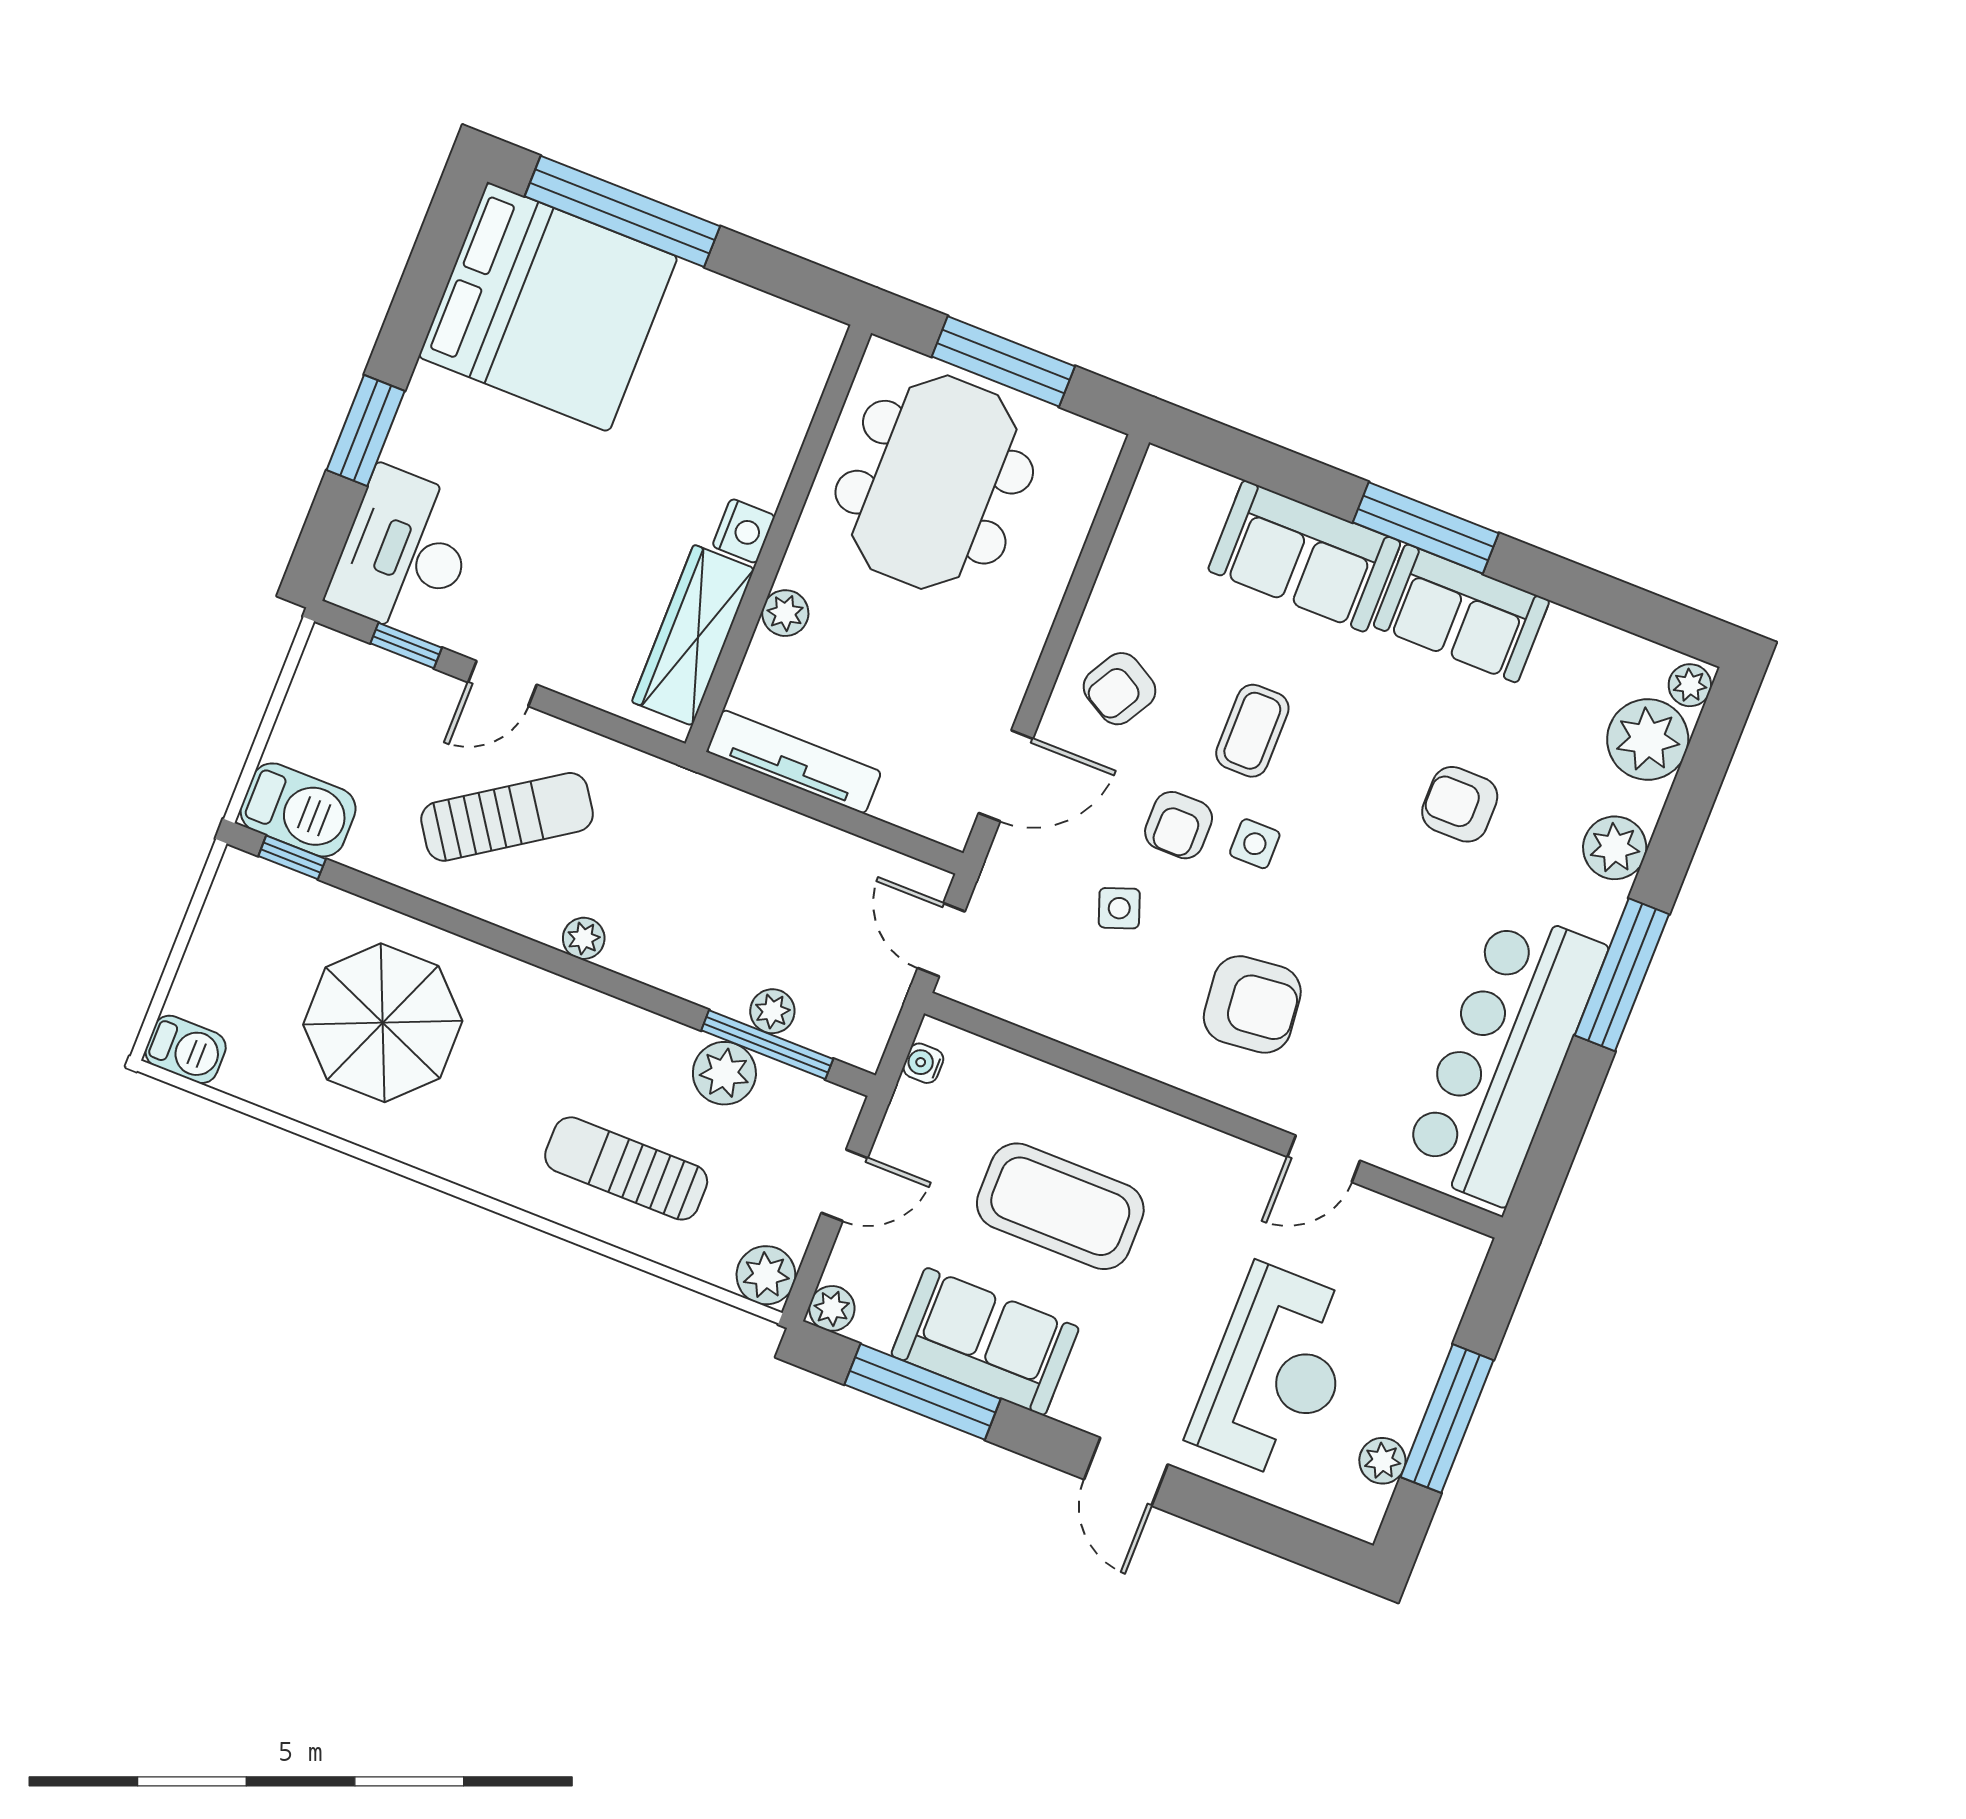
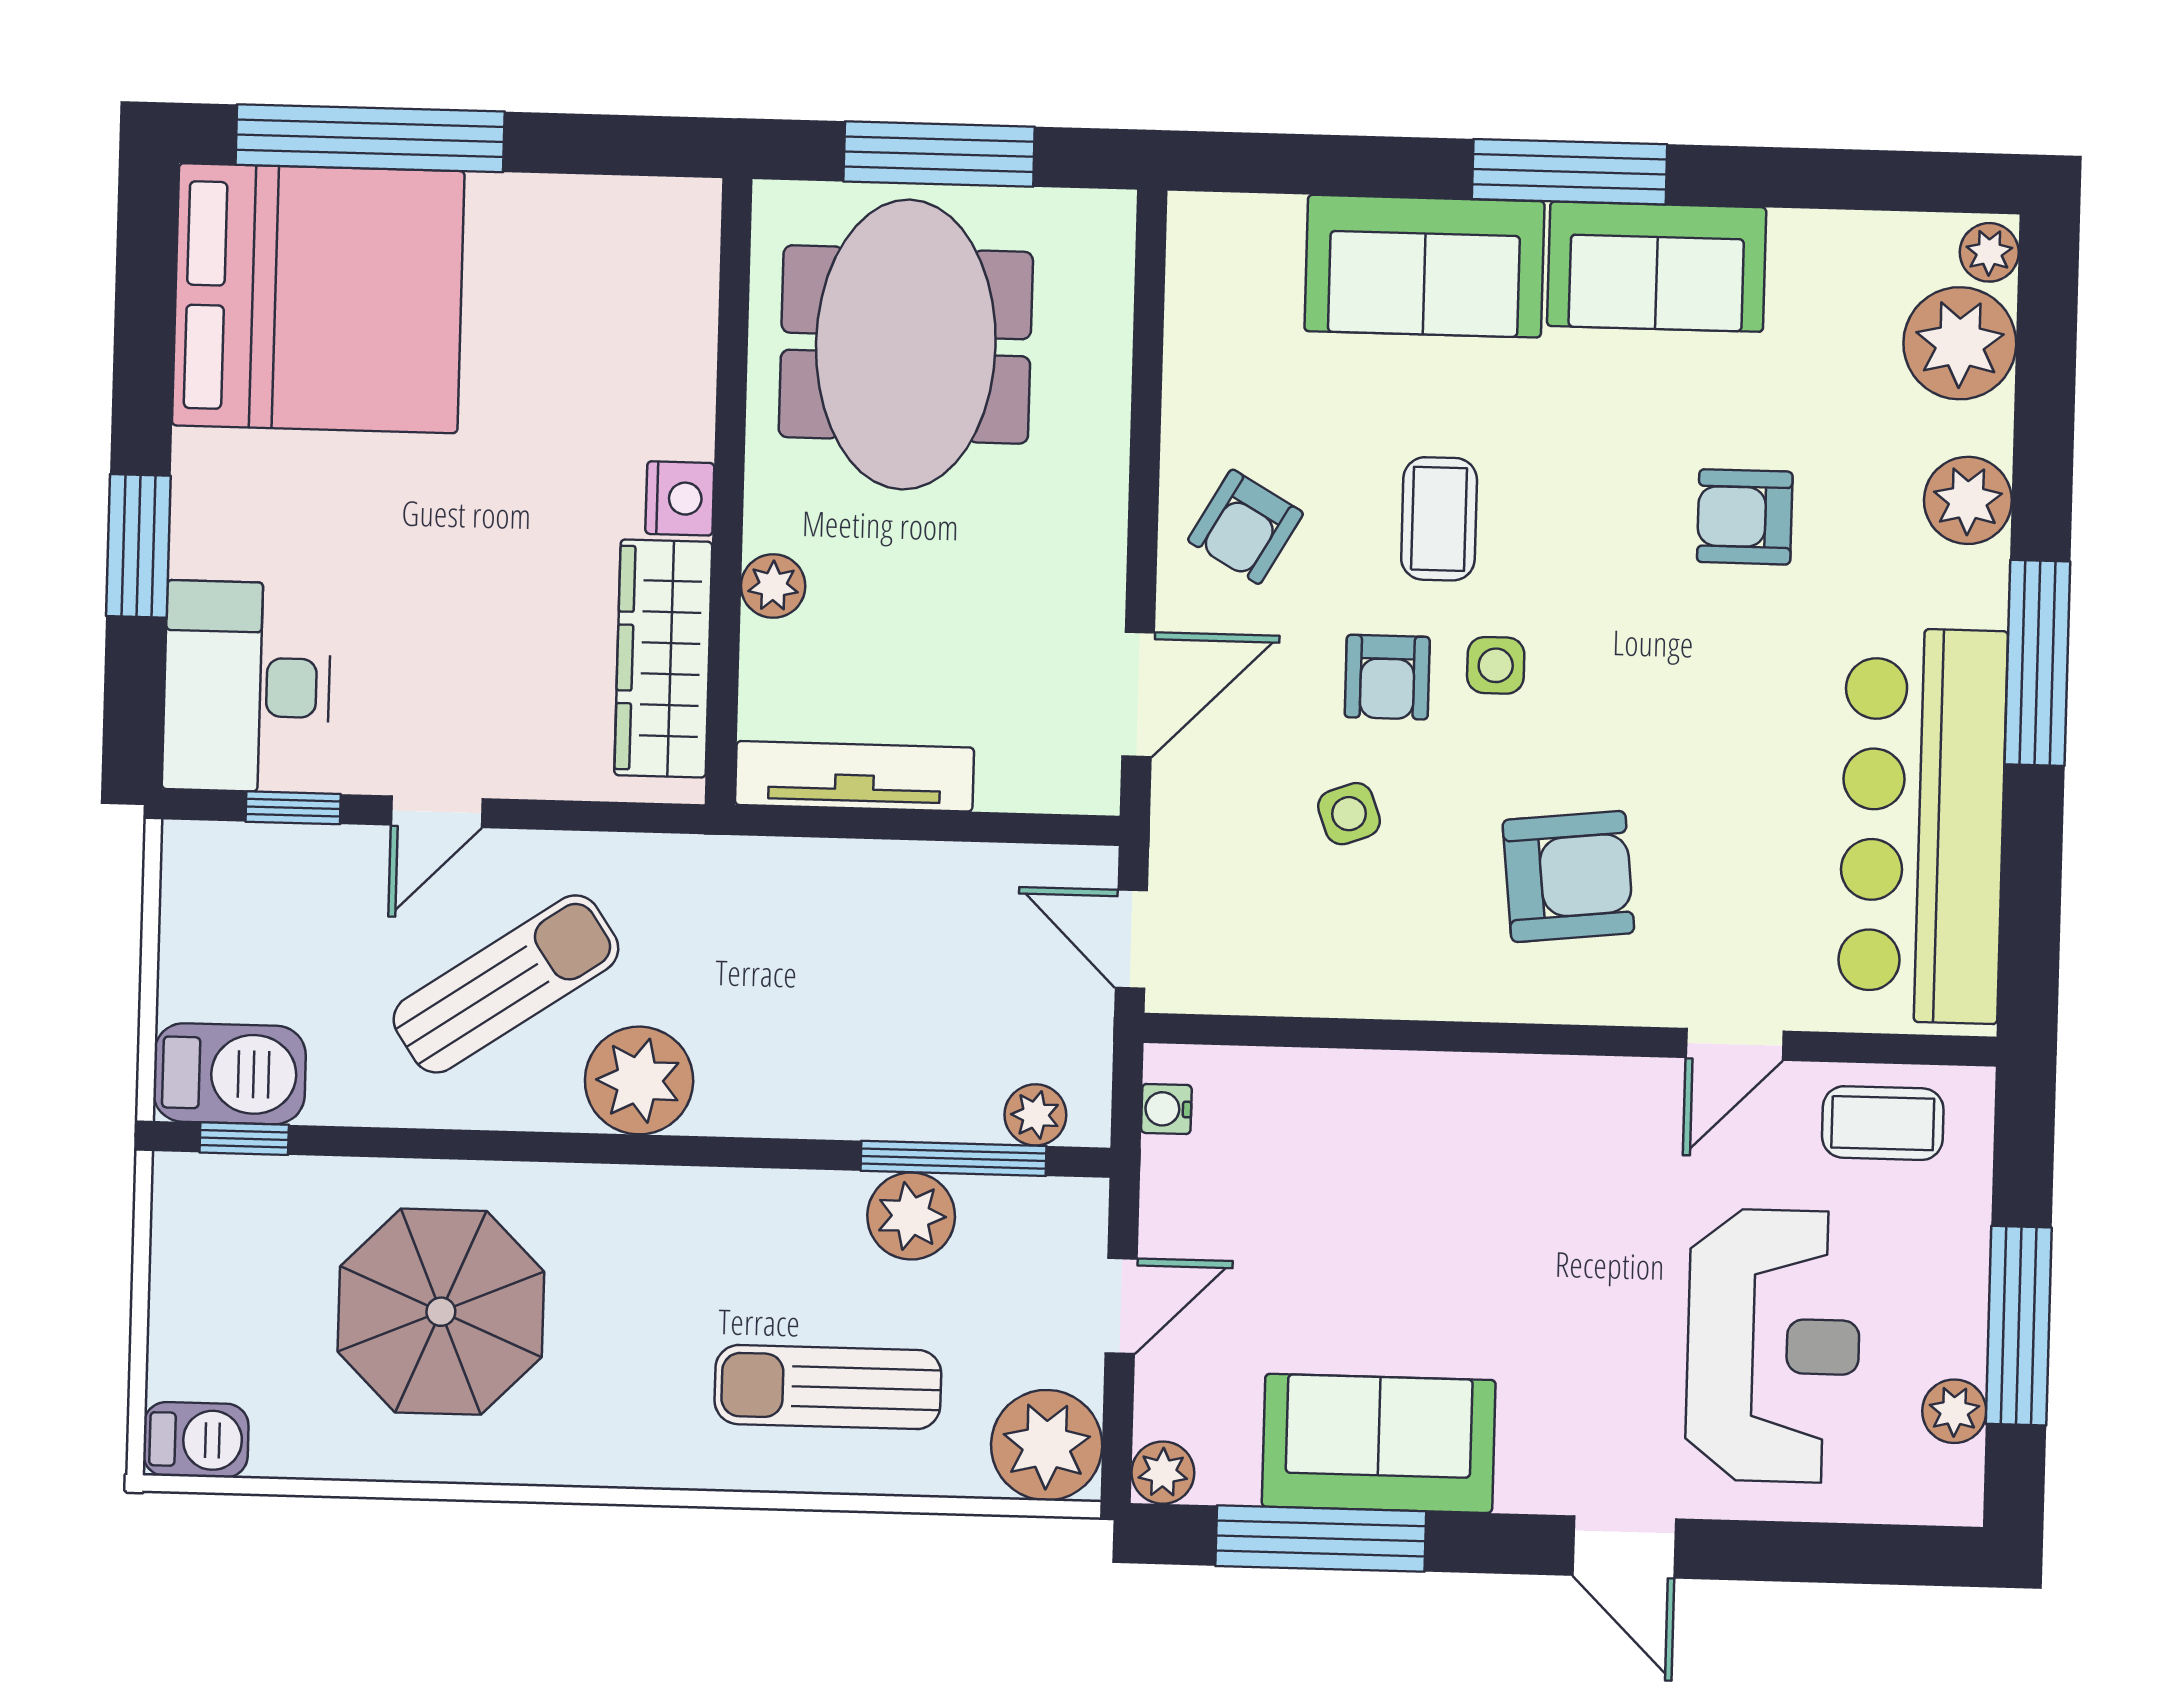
plant: (584, 938) -> (639, 1080), width x1.88, depth x1.88
plant: (772, 1011) -> (1035, 1115), moved
coffee table: (1060, 1206) -> (1883, 1123), moved, width x0.54, depth x0.58
plant: (766, 1275) -> (1047, 1445), width x1.36, depth x1.36

